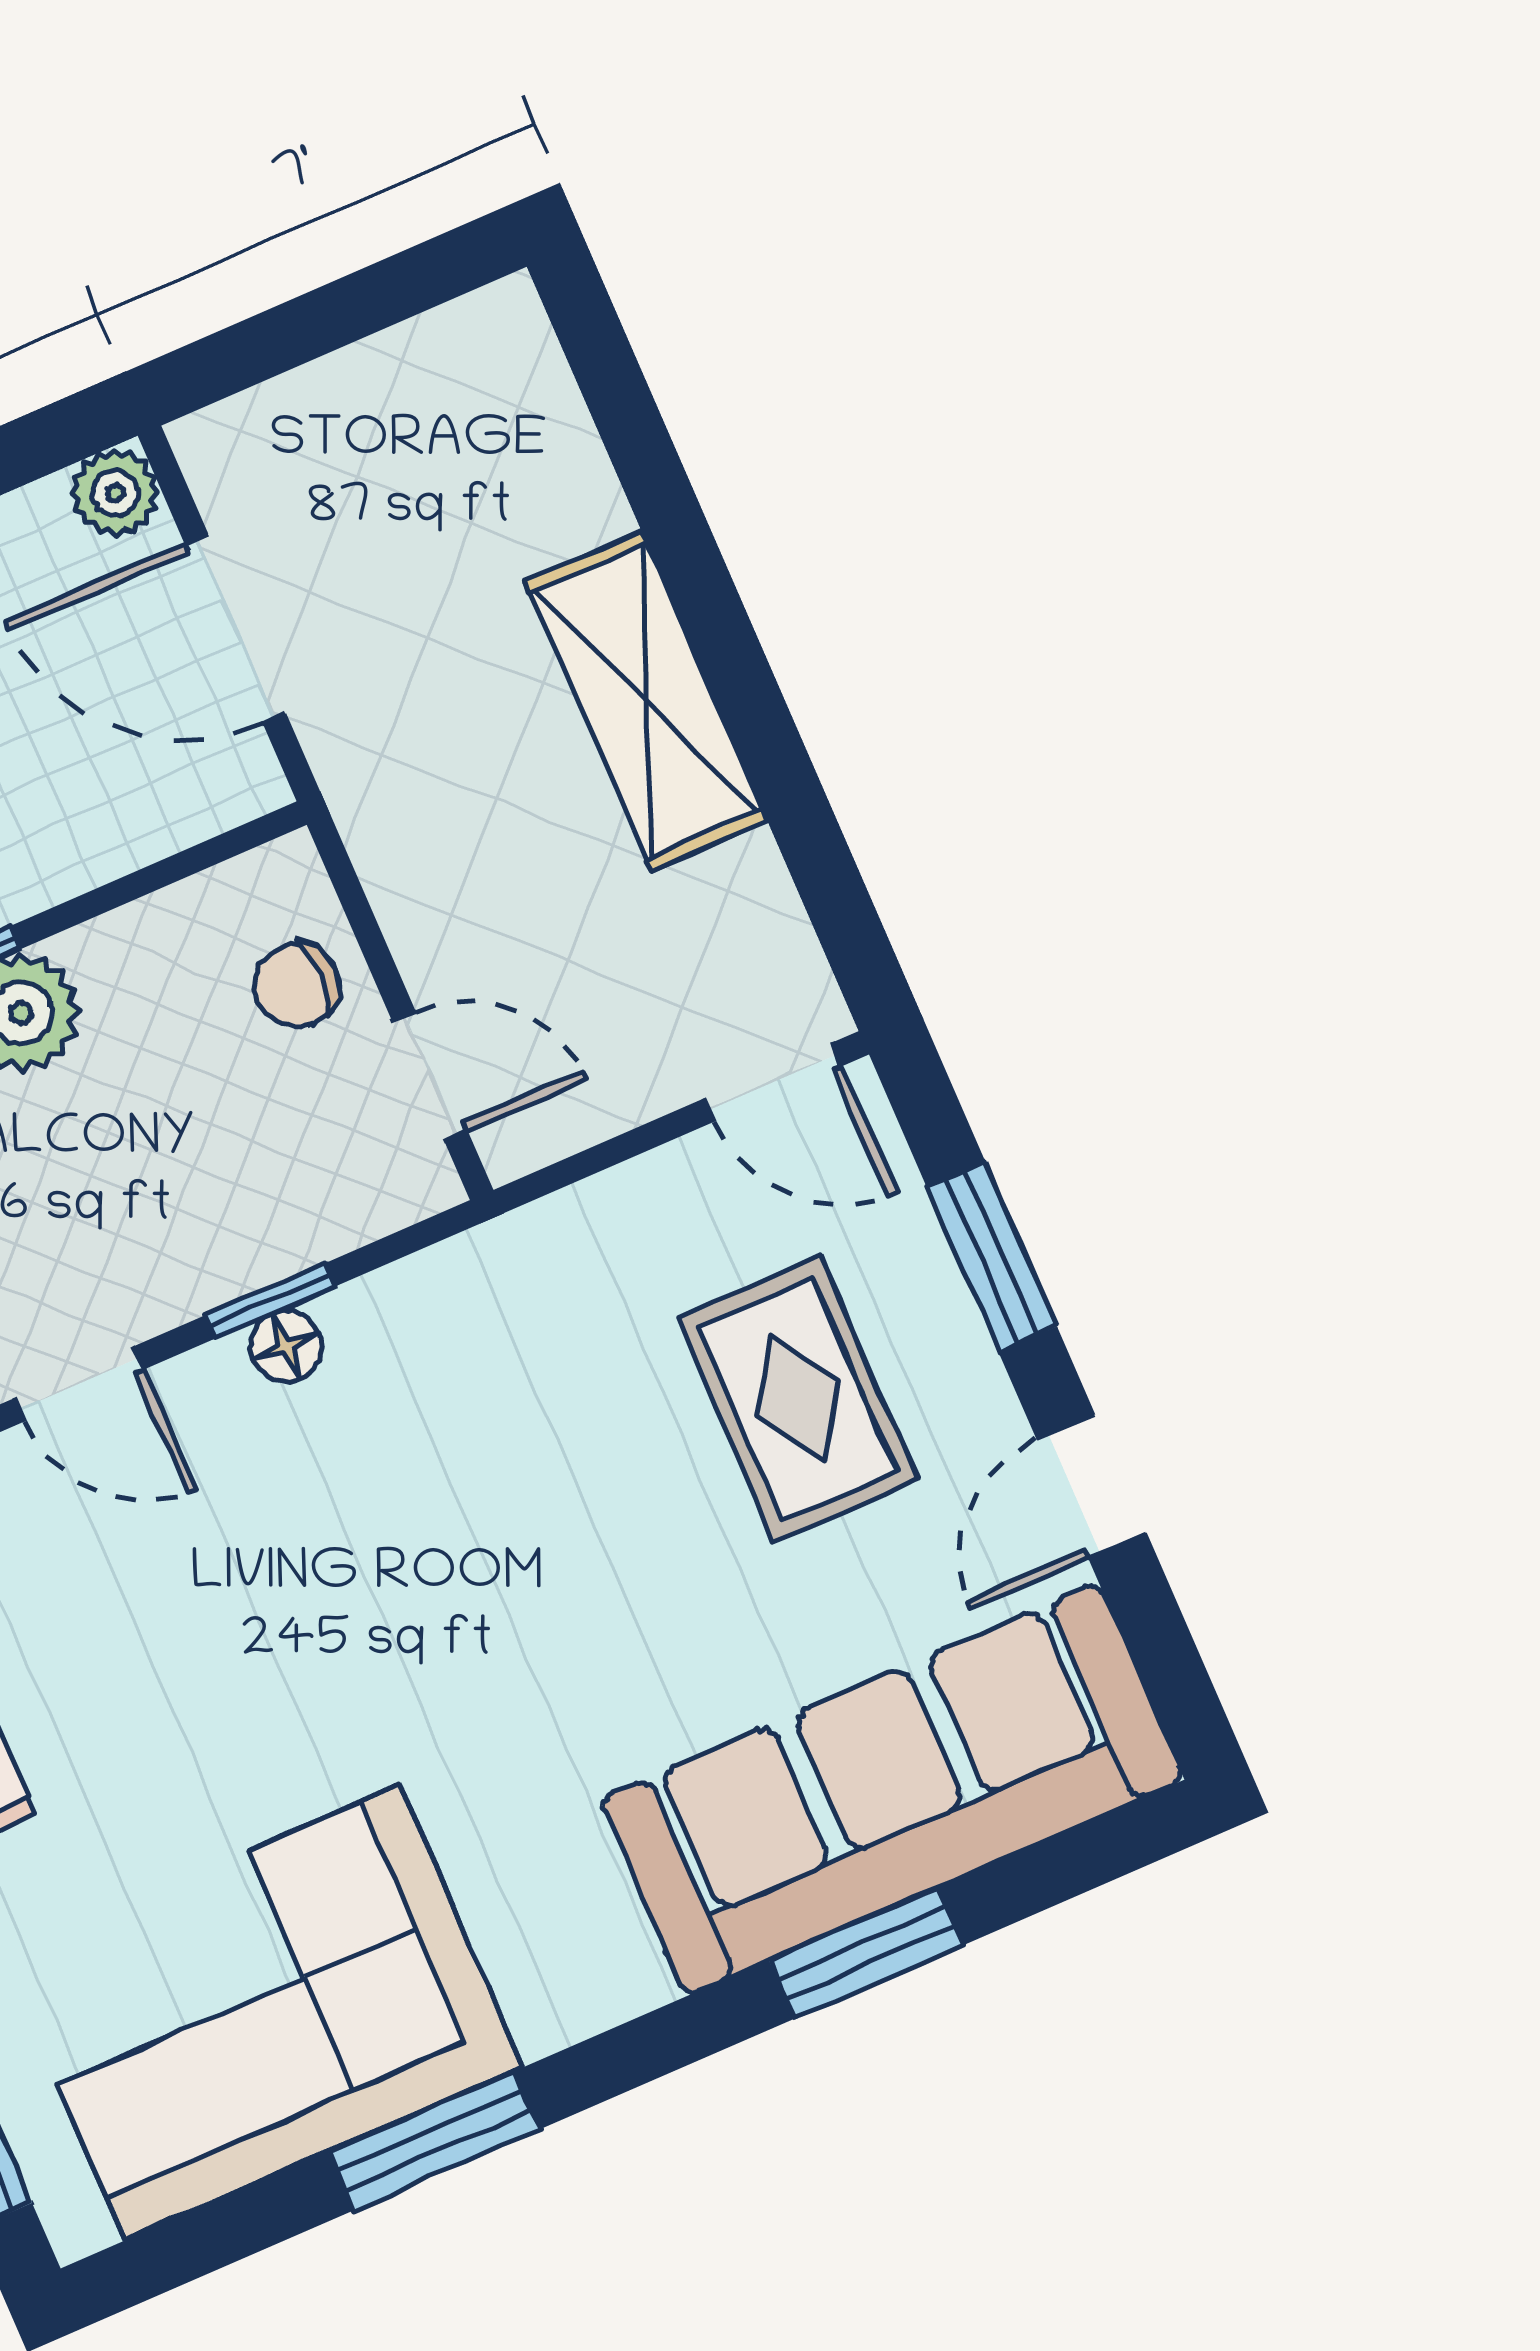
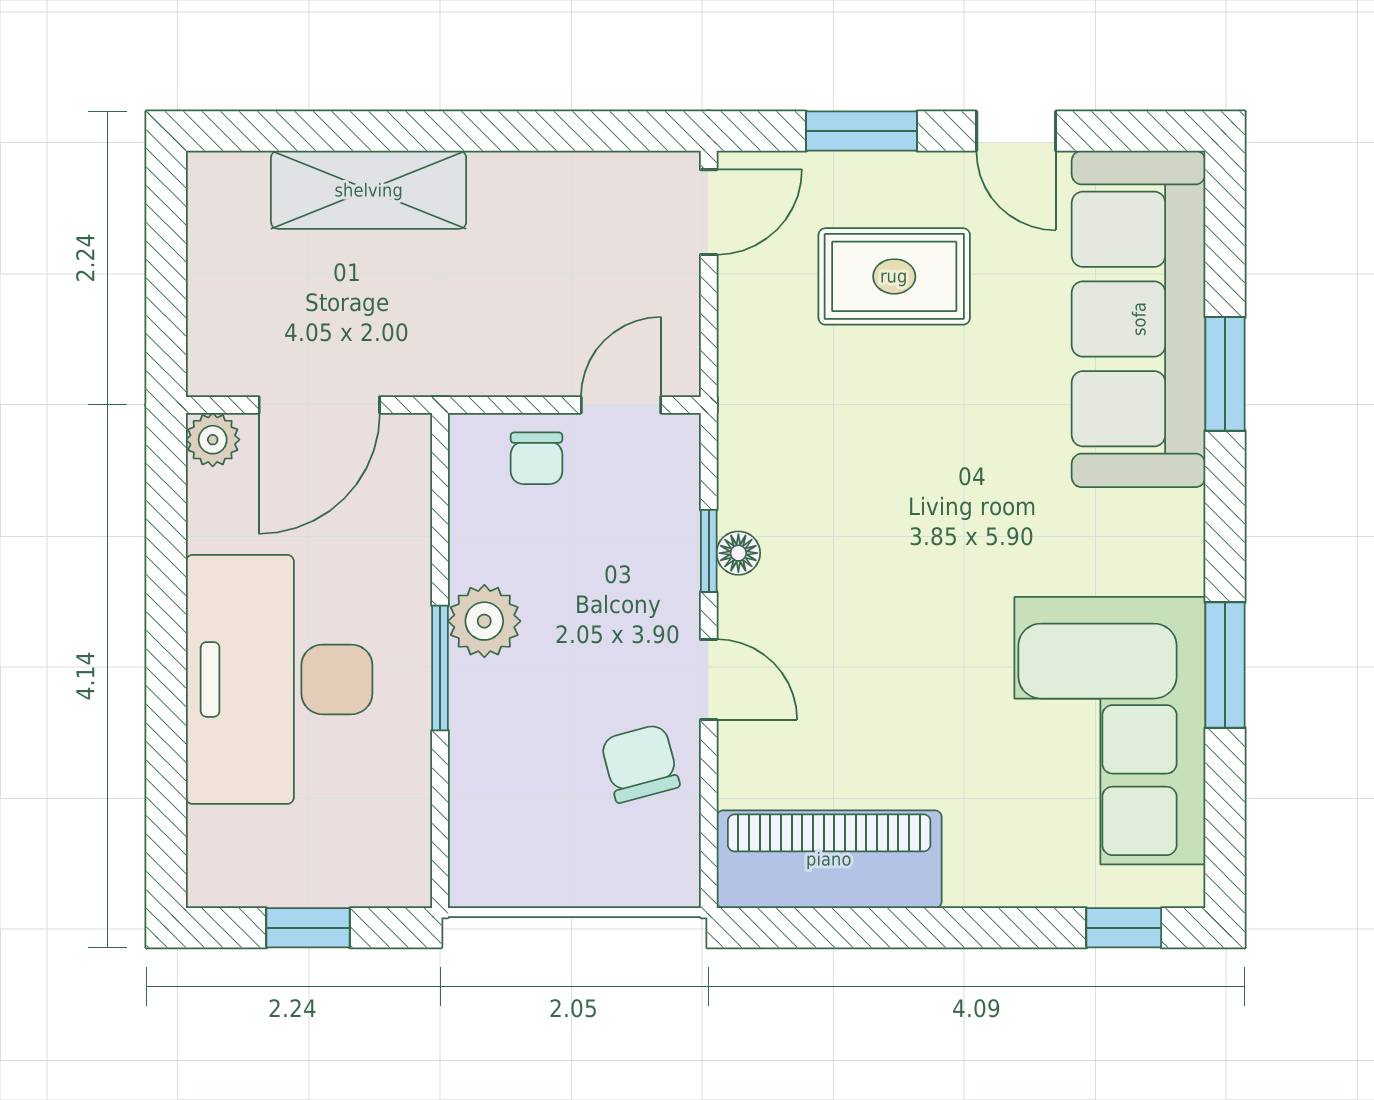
shelving: (647, 701) -> (369, 190), moved
door: (79, 1384) -> (709, 679), hinge flipped

